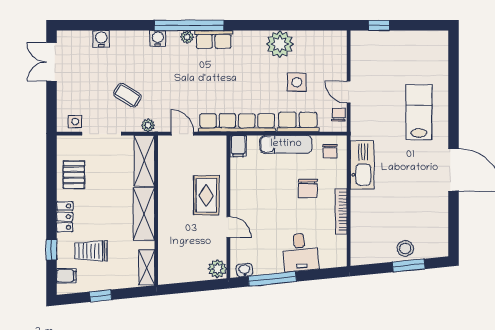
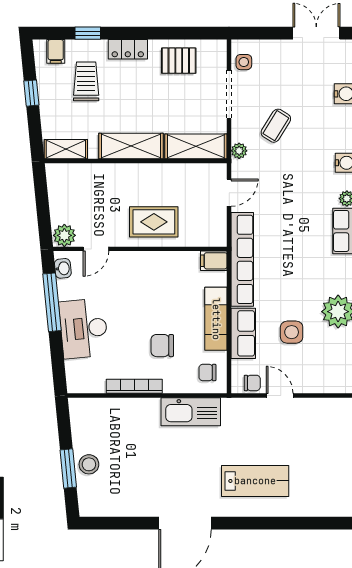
door: (349, 92) -> (280, 395), hinge flipped
door: (228, 227) -> (96, 249), moved
desk: (300, 252) -> (84, 329), width x1.37

